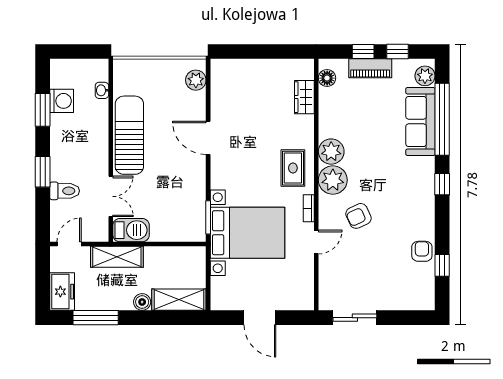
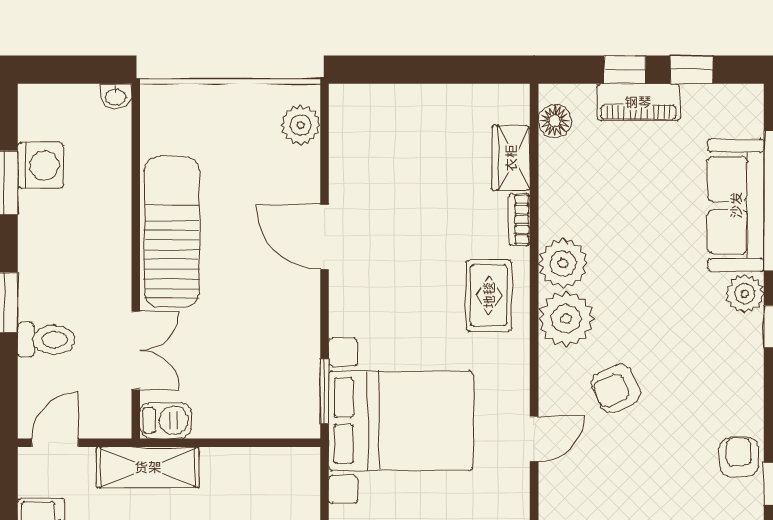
plant: (425, 76) -> (745, 294), moved
washbasin: (102, 90) -> (116, 97), moved, turned -90
bookcase: (309, 208) -> (519, 220), moved
barbecue: (131, 230) -> (165, 420), width x0.73, depth x0.79

